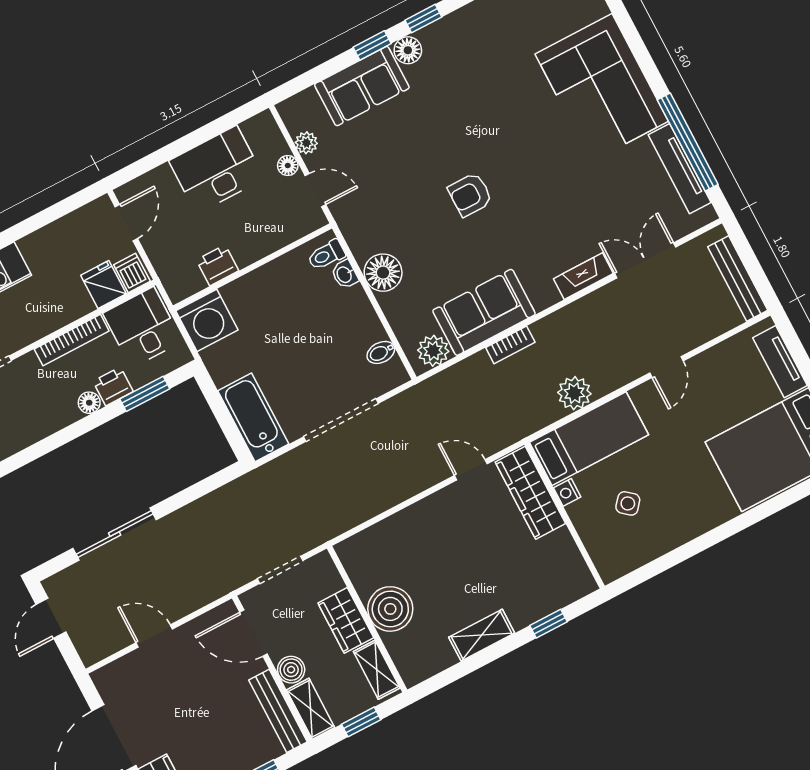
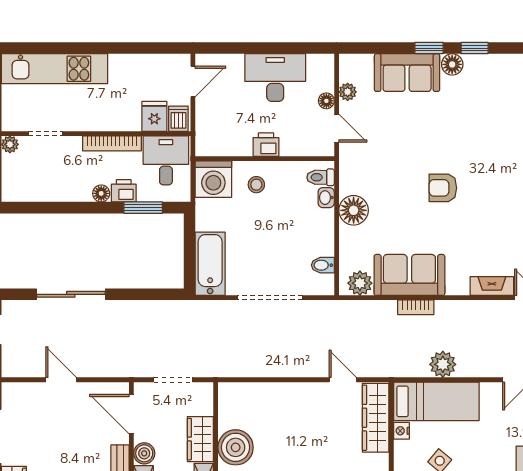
printer: (217, 265) -> (266, 145), moved
stool: (258, 301) -> (256, 185), added

